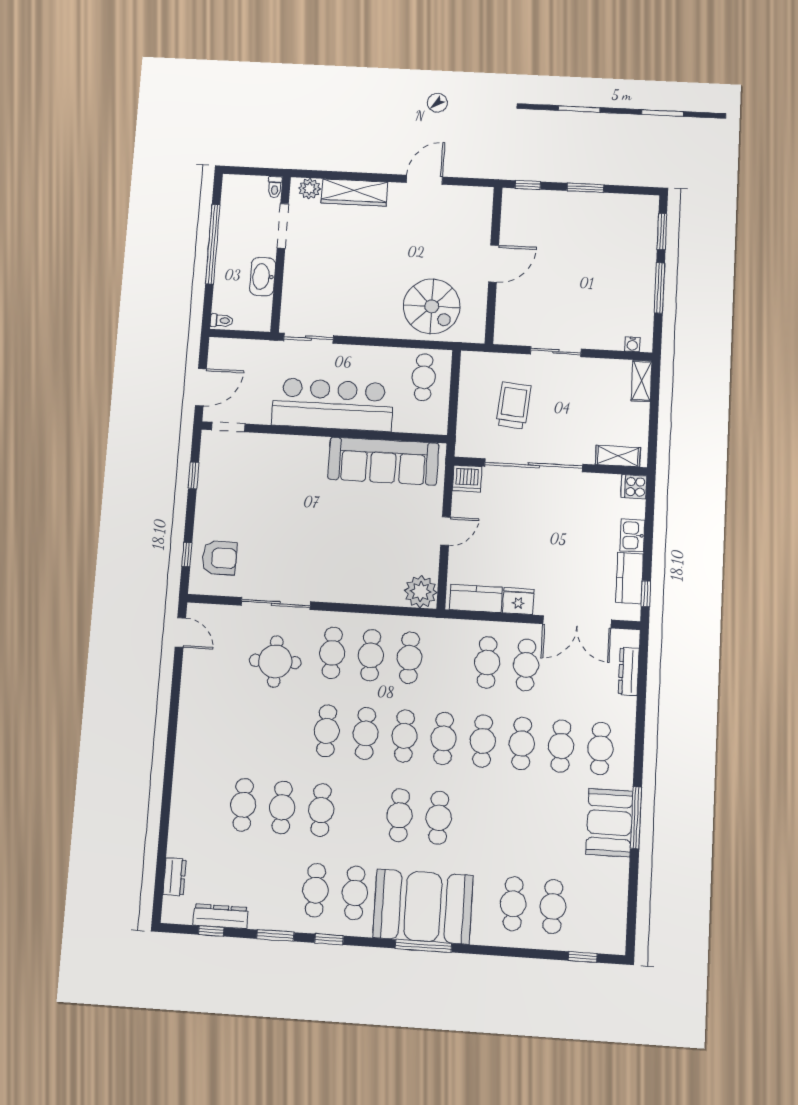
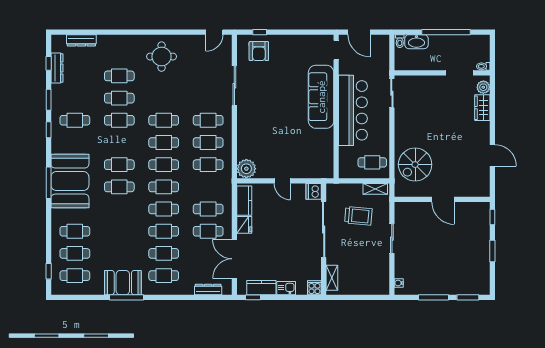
wardrobe: (354, 192) -> (482, 108), width x0.67
washbasin: (263, 277) -> (416, 42), moved, turned 180
shelving: (642, 381) -> (375, 189), moved
sofa: (383, 461) -> (321, 97), moved
window: (193, 475) -> (306, 32), removed
round table: (275, 661) -> (162, 57), moved
dresser: (175, 877) -> (81, 40), width x1.44
cafe table: (355, 893) -> (75, 276), moved

